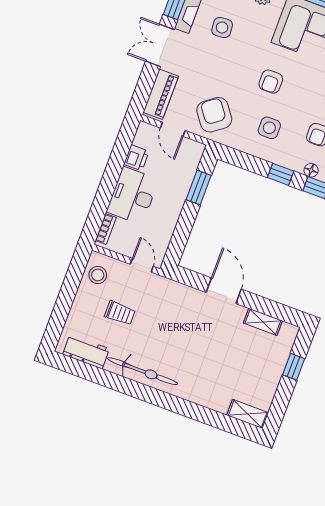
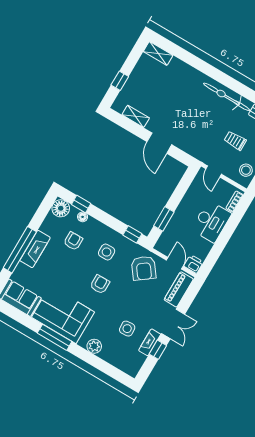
printer: (136, 158) -> (194, 264), moved, turned 90
window: (281, 174) -> (132, 234), moved

